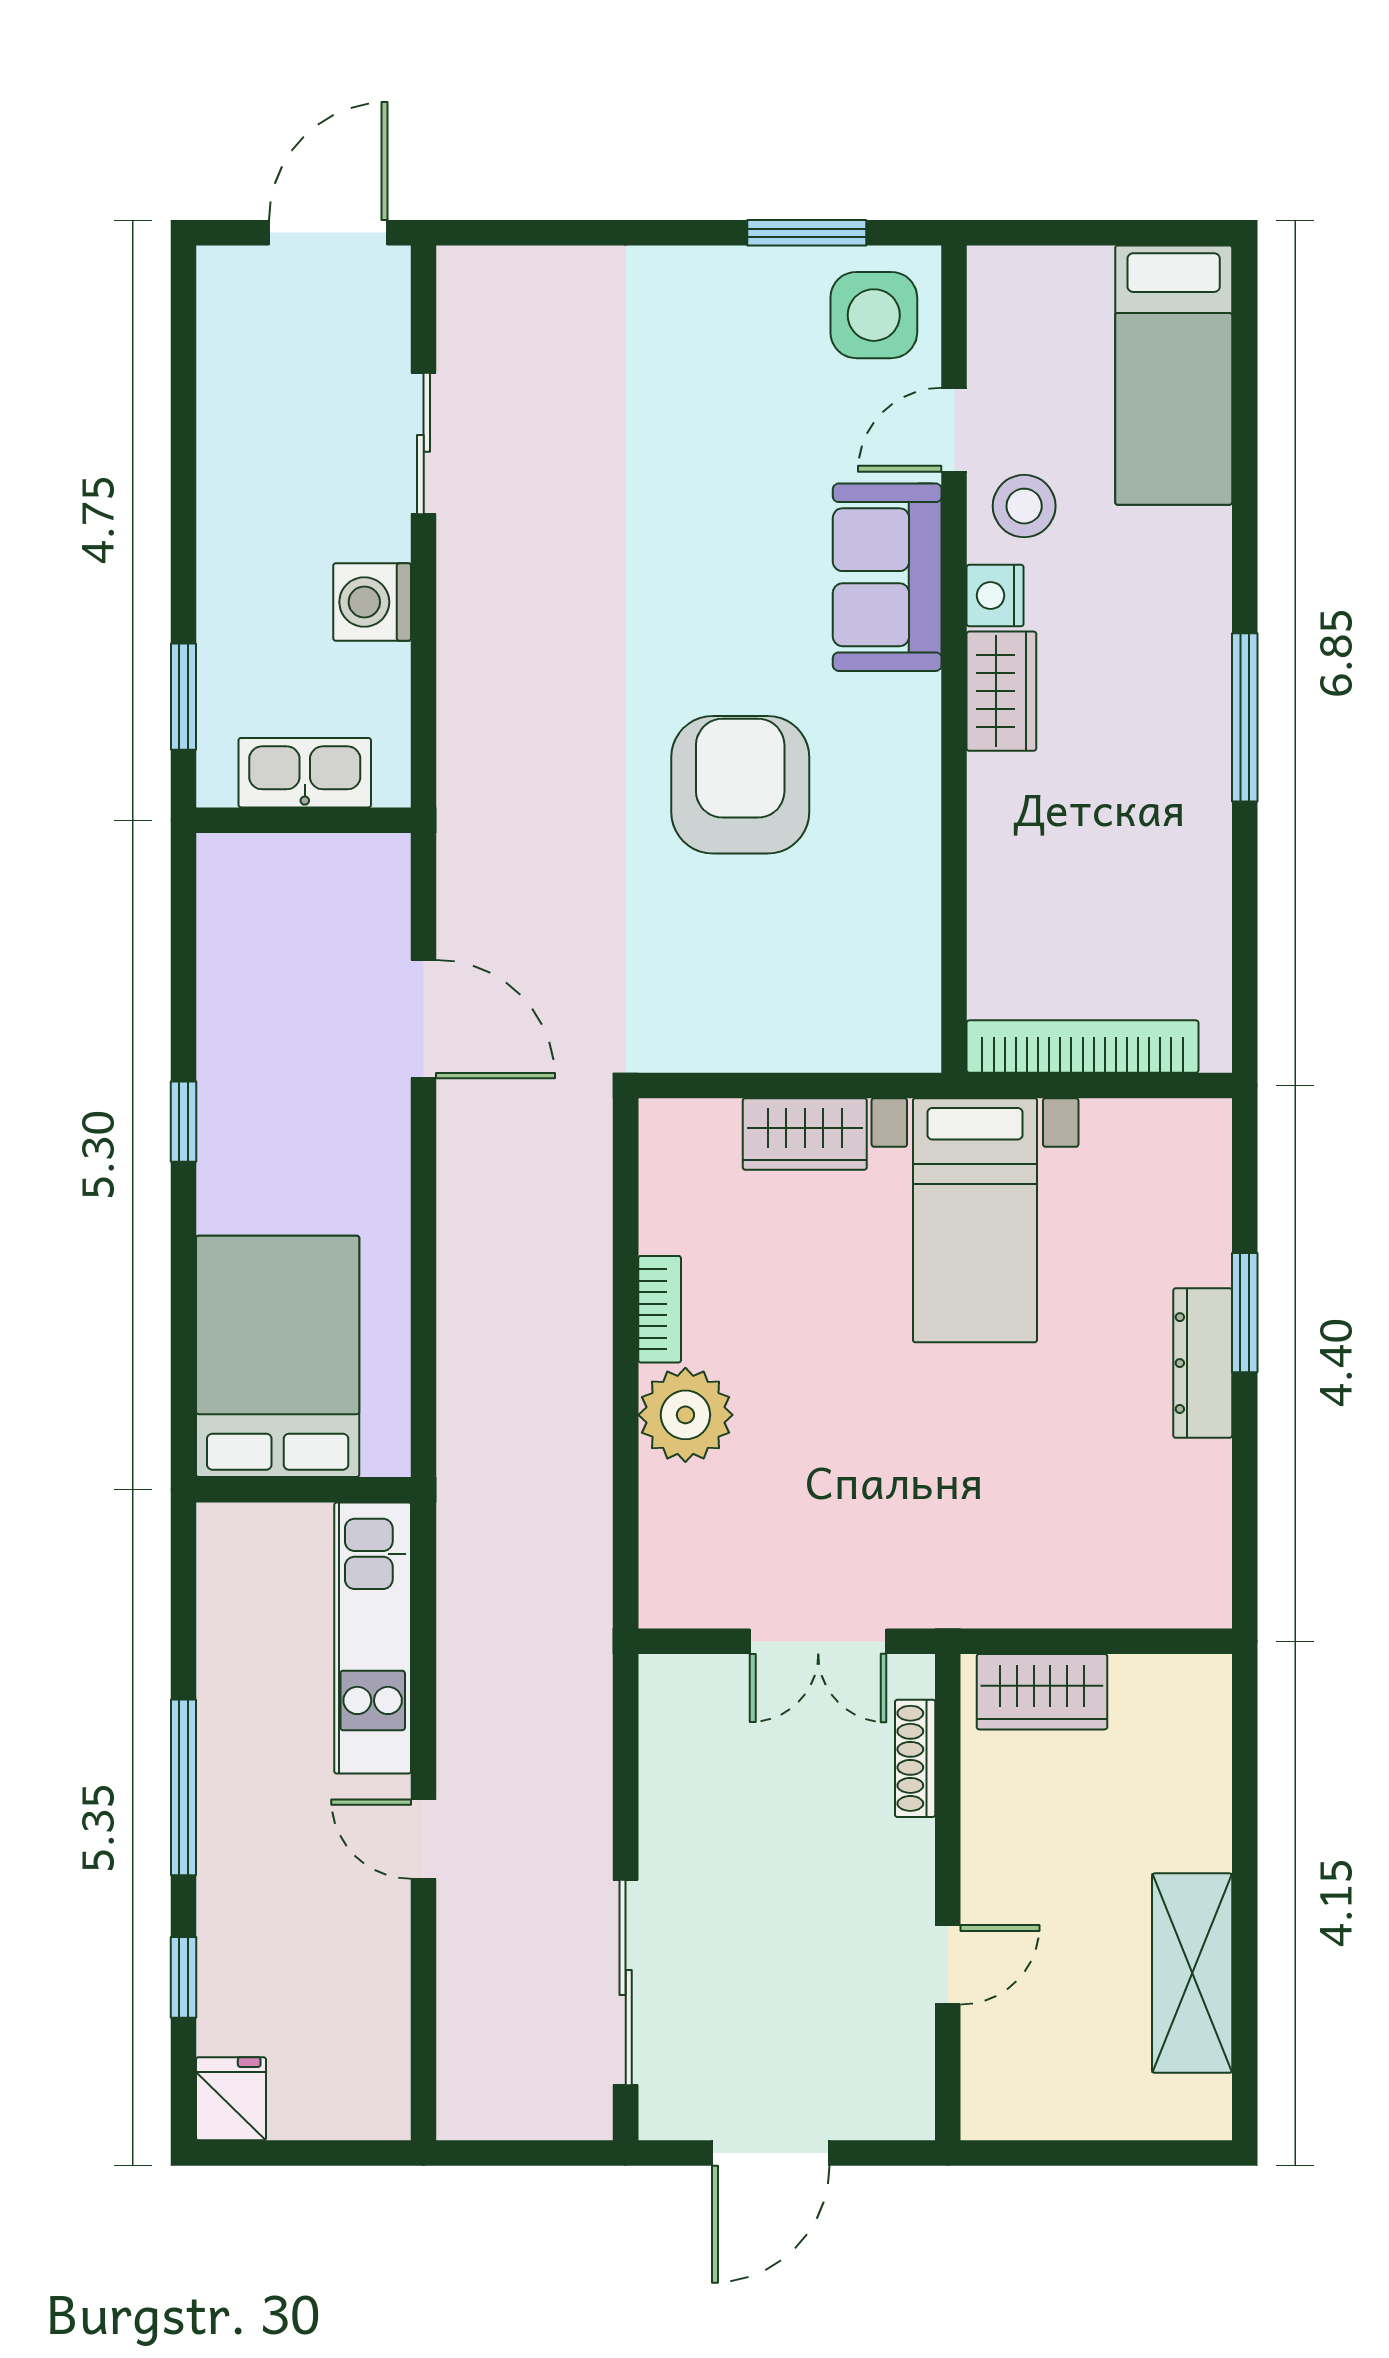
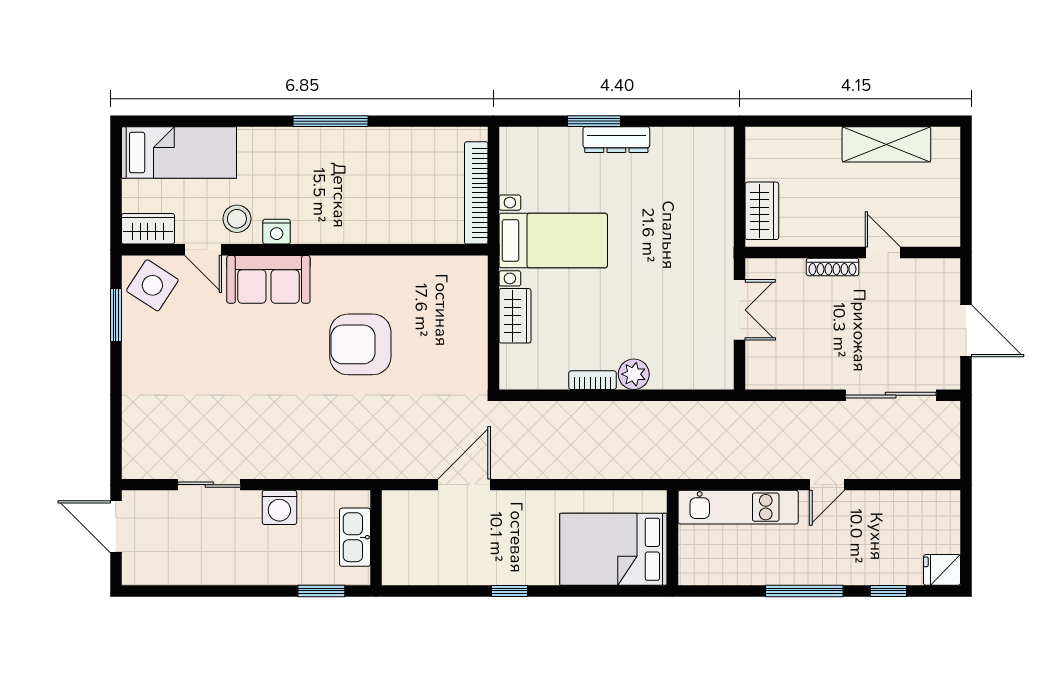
side table: (874, 315) -> (152, 285), turned 33
wardrobe: (1001, 691) -> (148, 229), moved
plant: (685, 1415) -> (634, 374), width x0.73, depth x0.73
shoe rack: (915, 1758) -> (832, 267), moved

